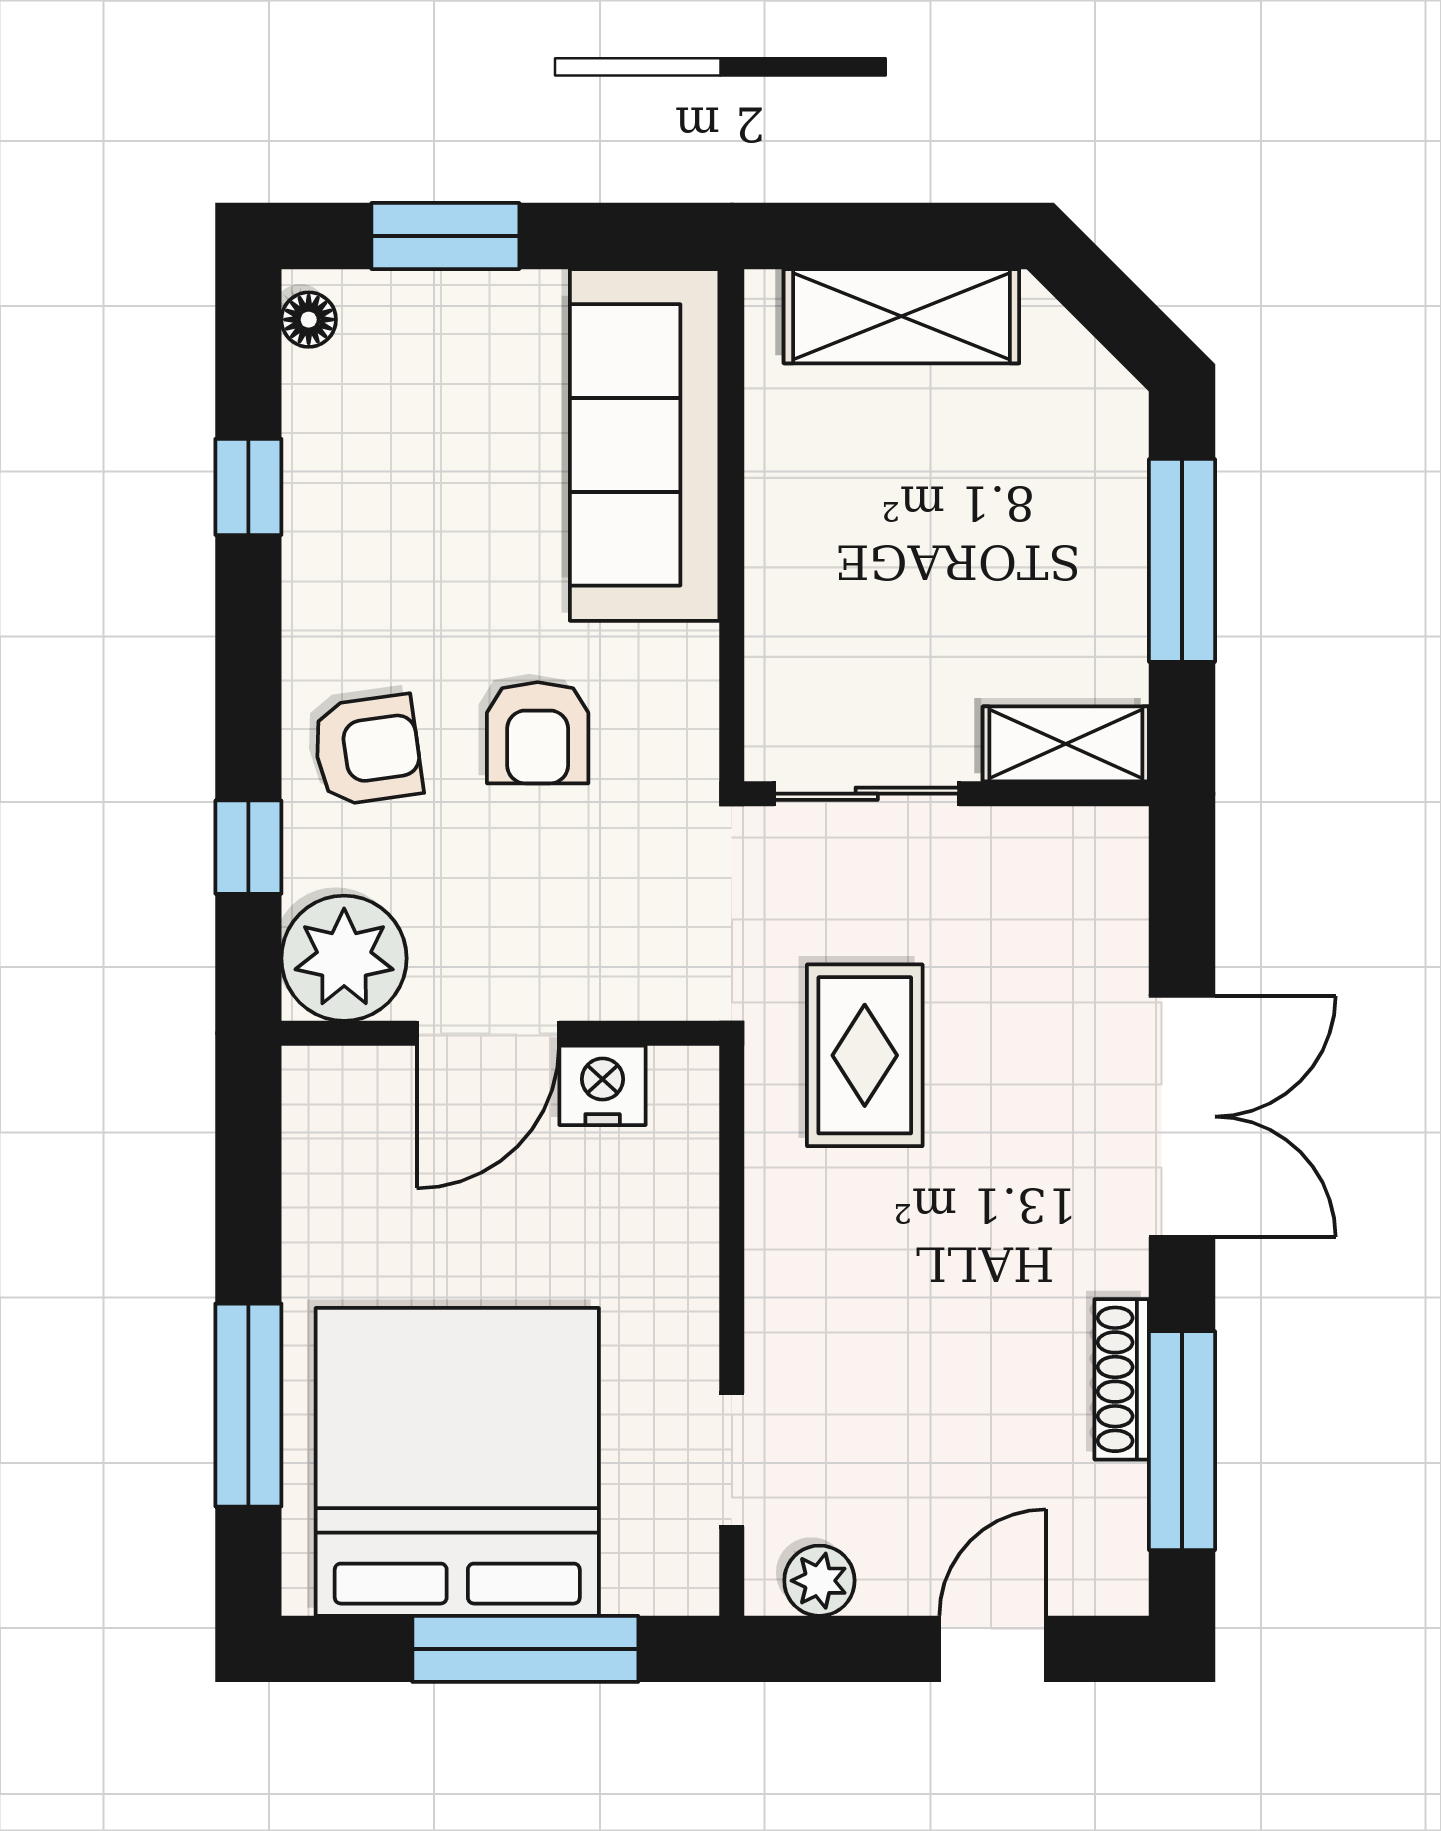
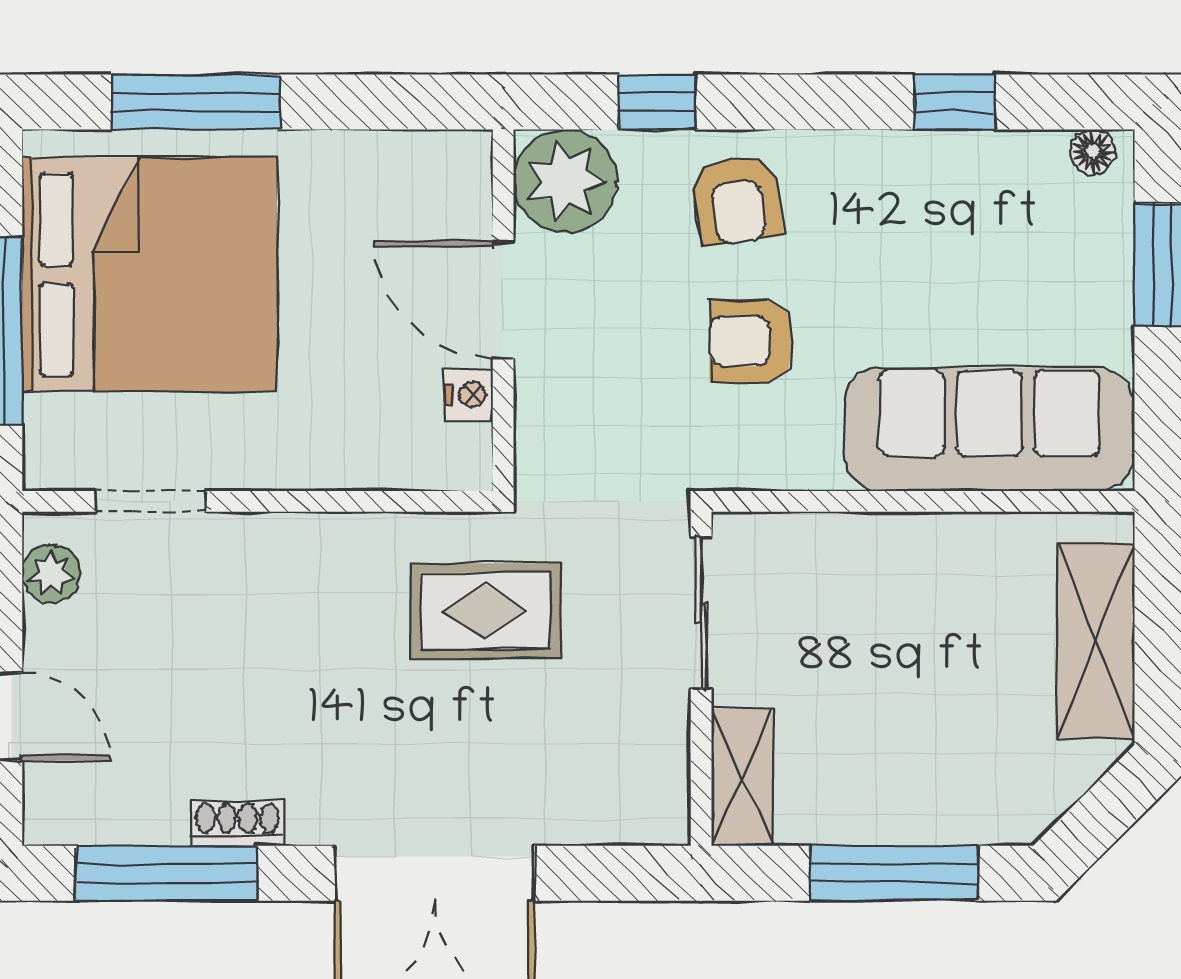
nightstand: (603, 1085) -> (469, 395), width x0.72, depth x0.74
shoe rack: (1122, 1379) -> (237, 823), width x0.70

